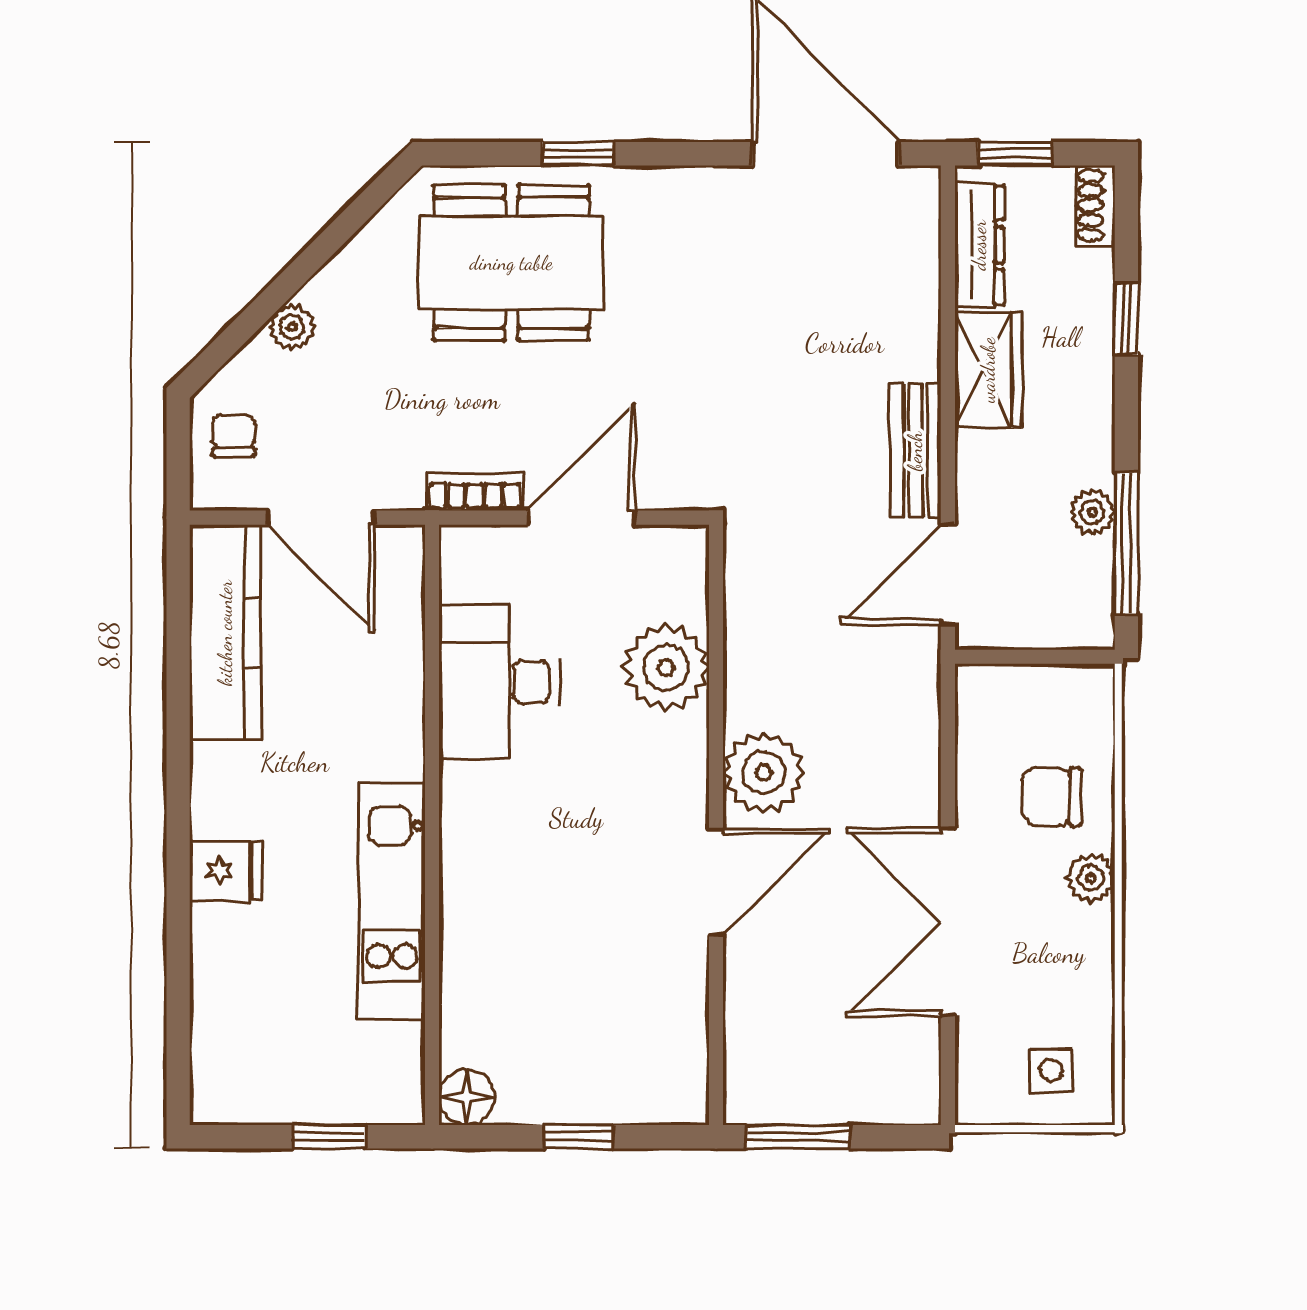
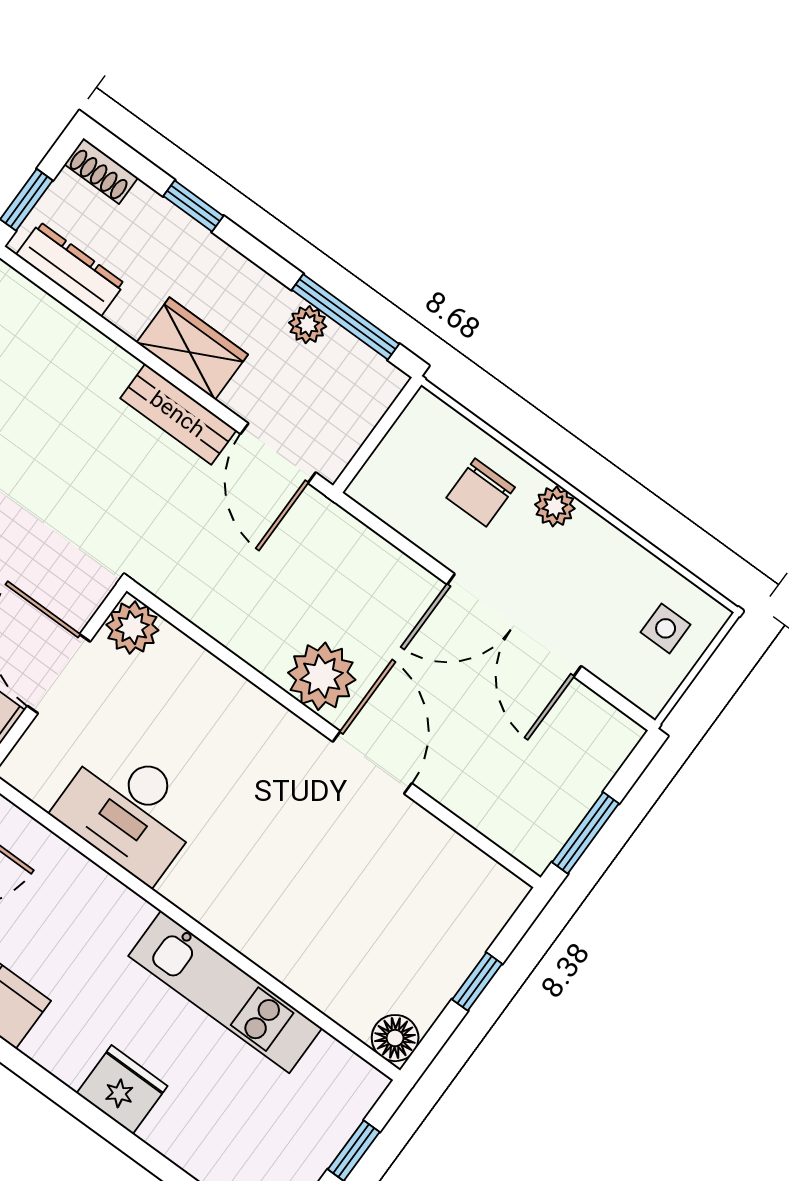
wardrobe: (988, 370) -> (192, 348), moved
plant: (666, 668) -> (132, 628), moved, width x0.73, depth x0.73
fridge: (225, 871) -> (122, 1090), width x1.38

